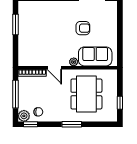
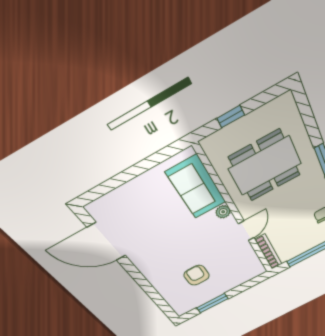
armchair: (83, 28) -> (197, 275), moved
window: (120, 103) -> (231, 117), moved

